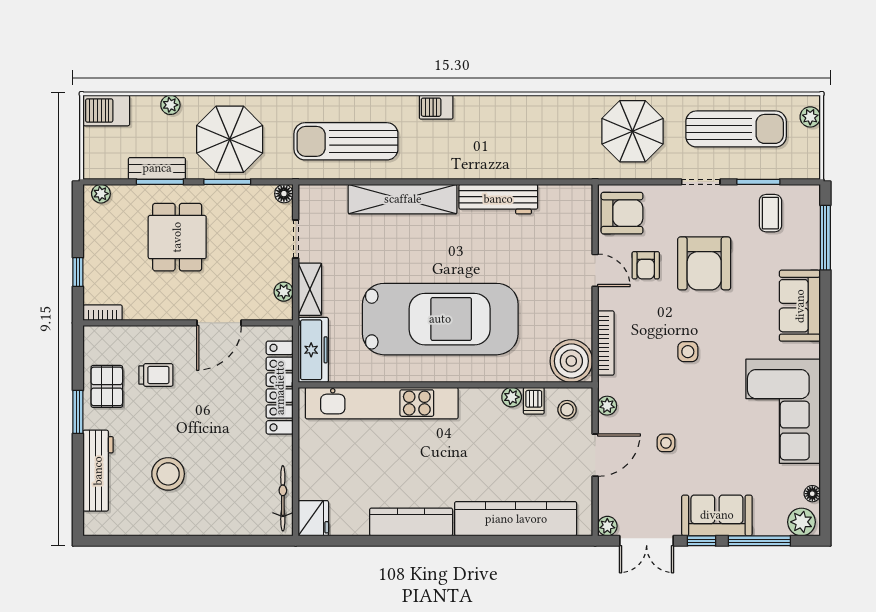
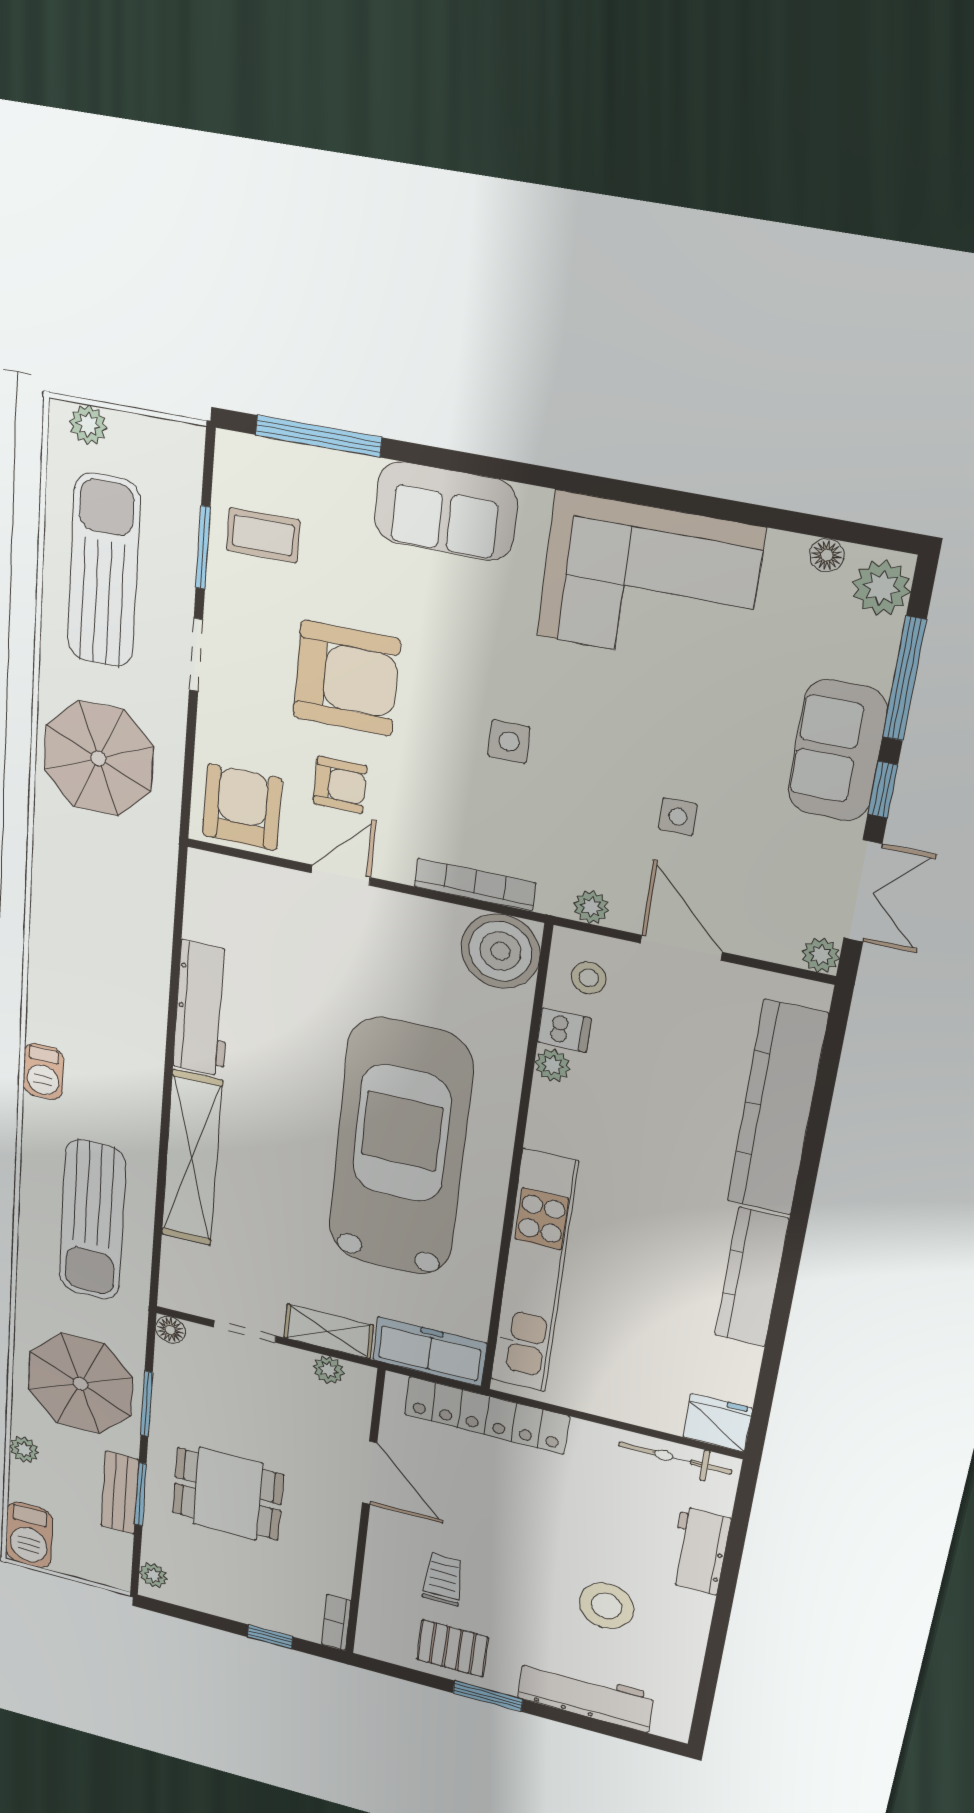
workbench: (224, 521) -> (699, 1551), added

